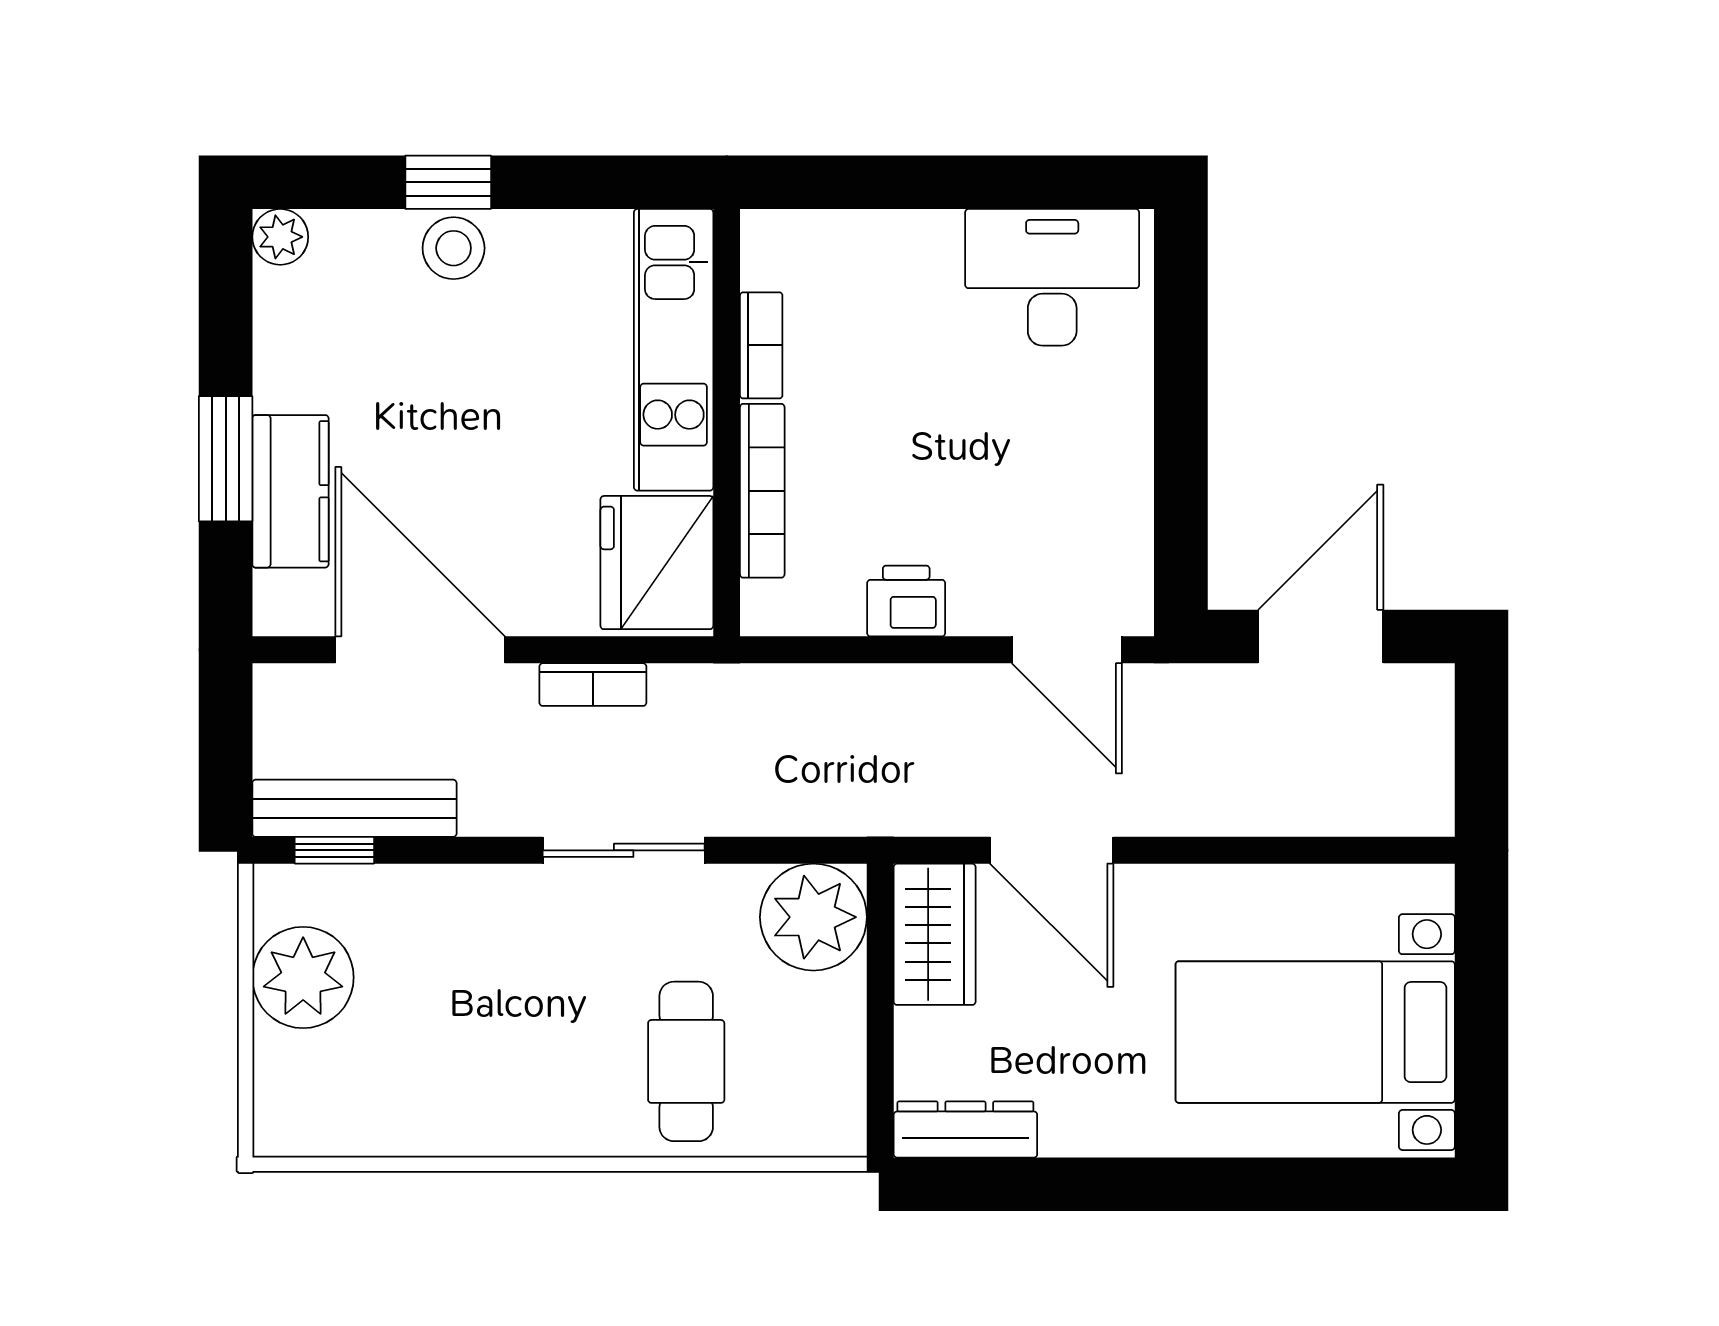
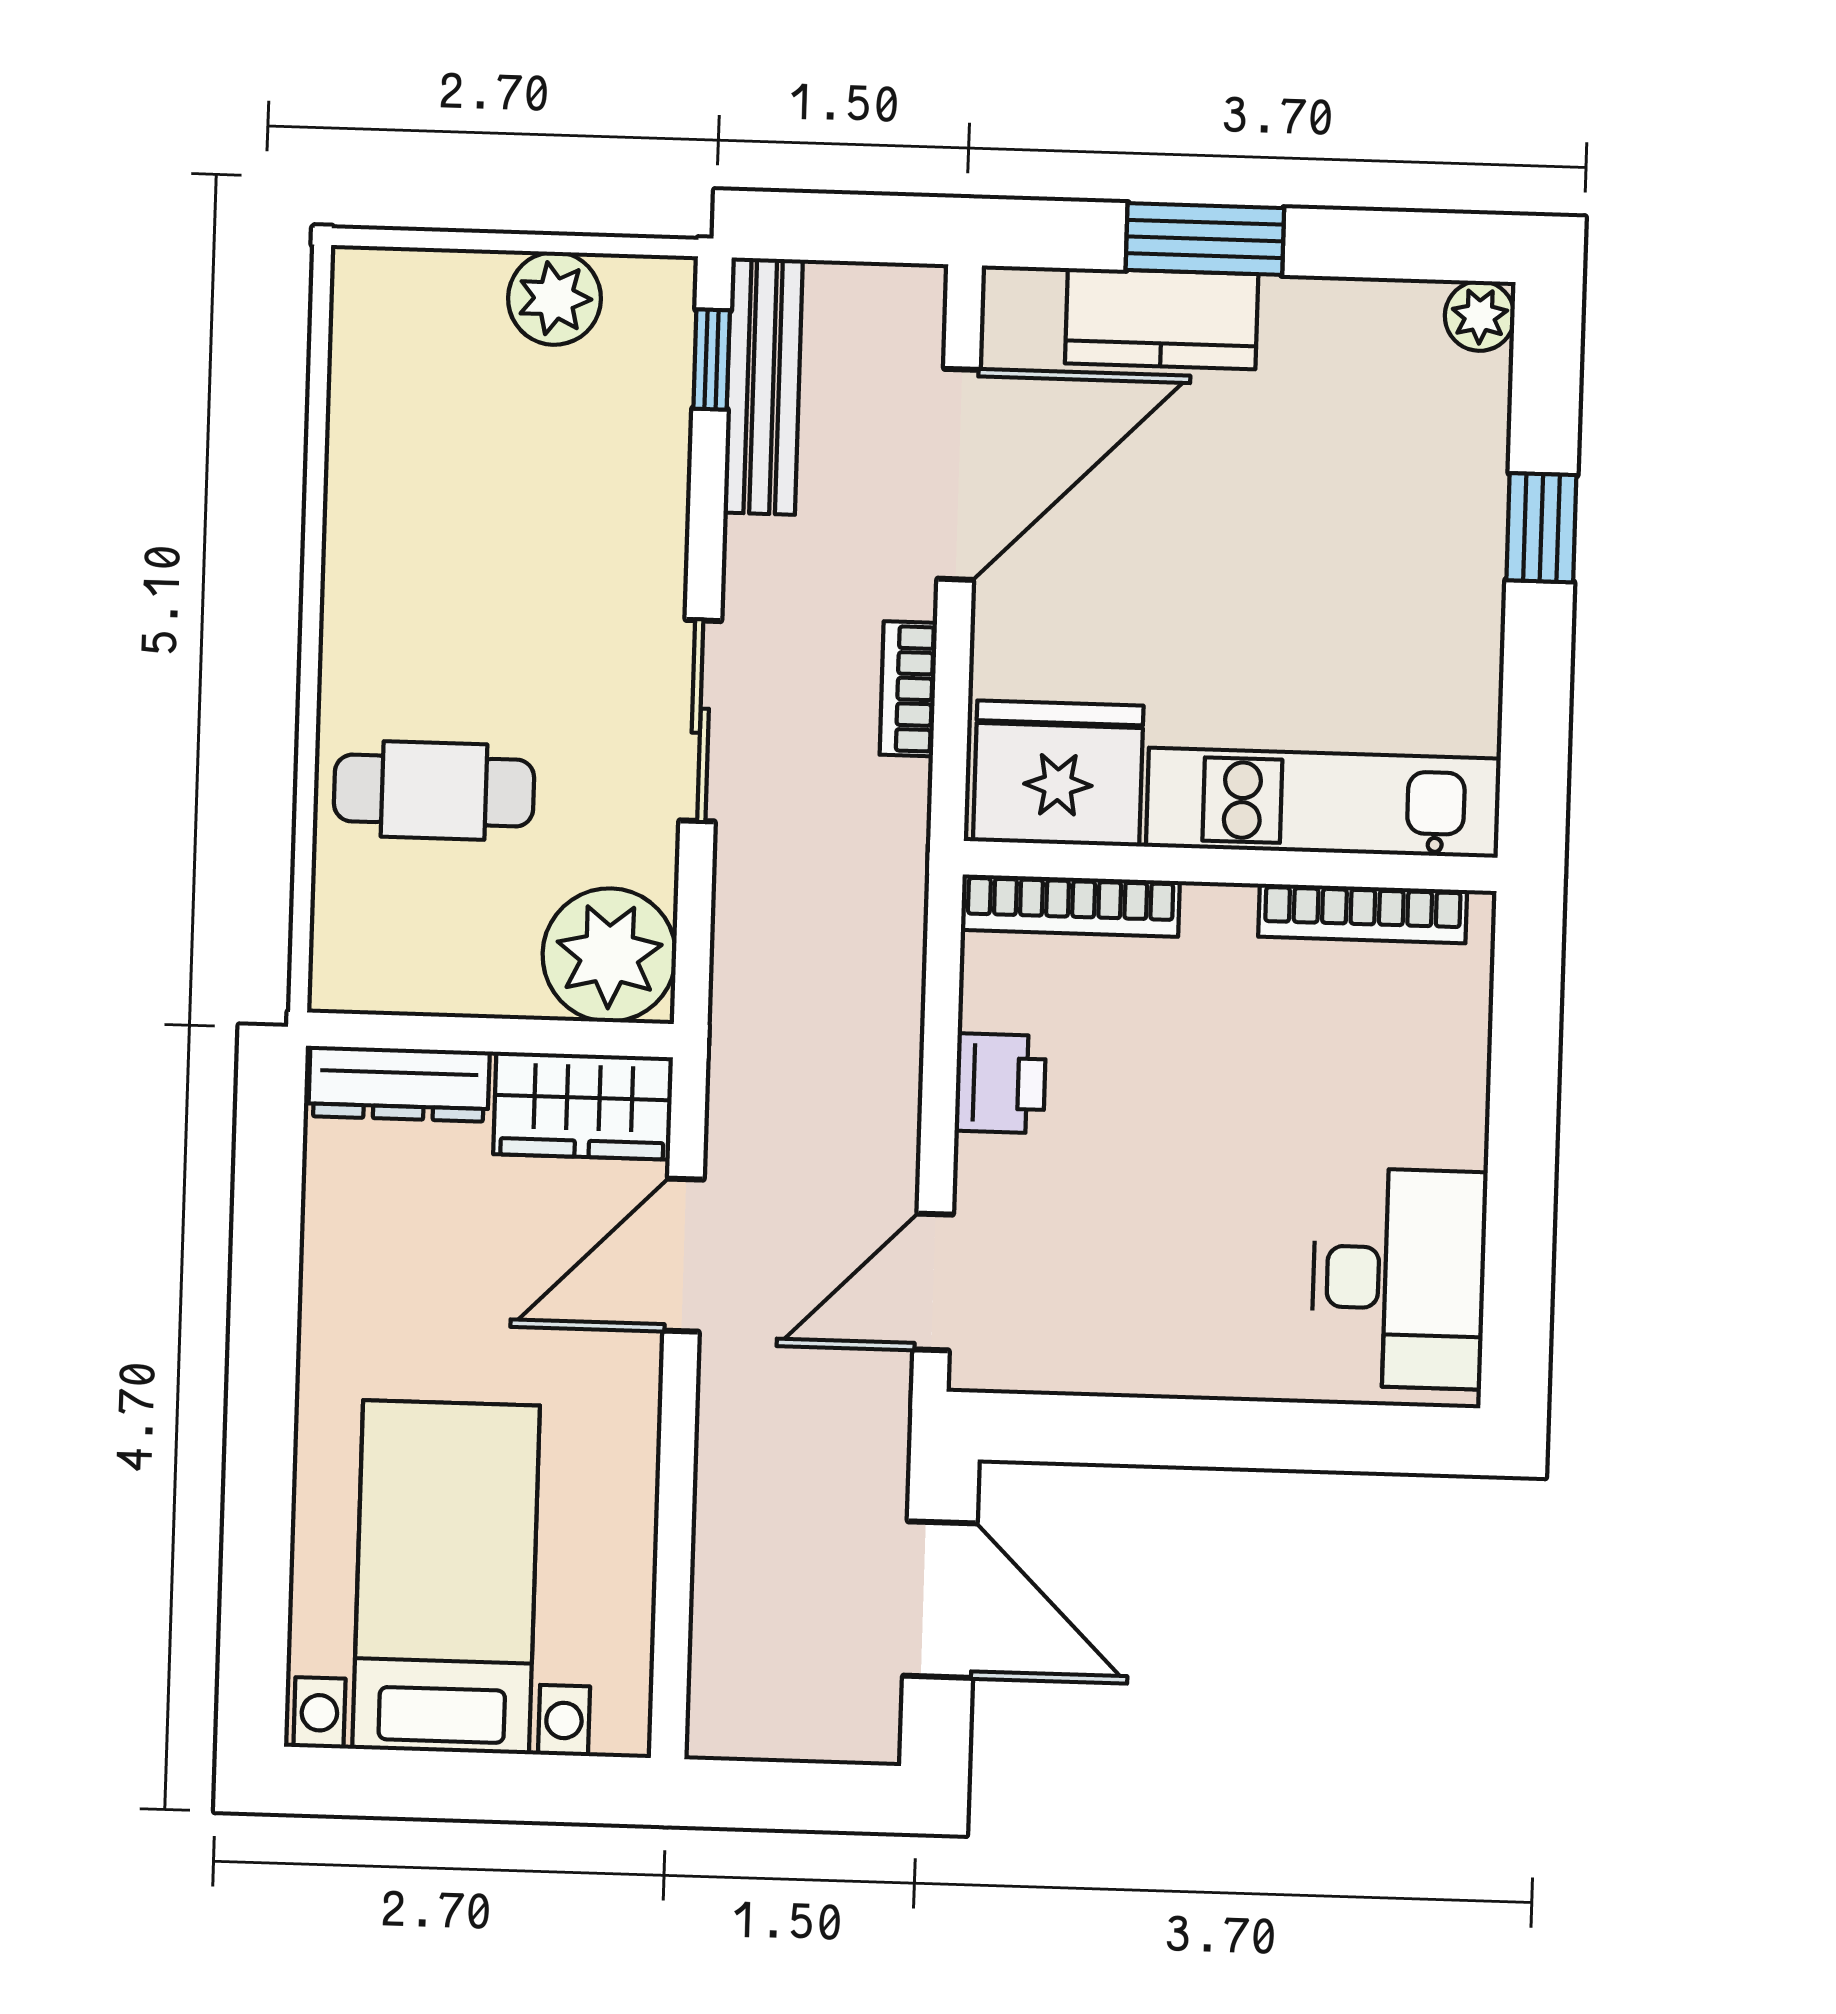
stool: (454, 248) -> (1459, 532), removed
bookcase: (761, 345) -> (1363, 913), width x1.56
bookcase: (762, 491) -> (1070, 906), moved
plant: (303, 977) -> (554, 298), width x0.73, depth x0.73
dresser: (965, 1129) -> (399, 1084), moved, turned 90

